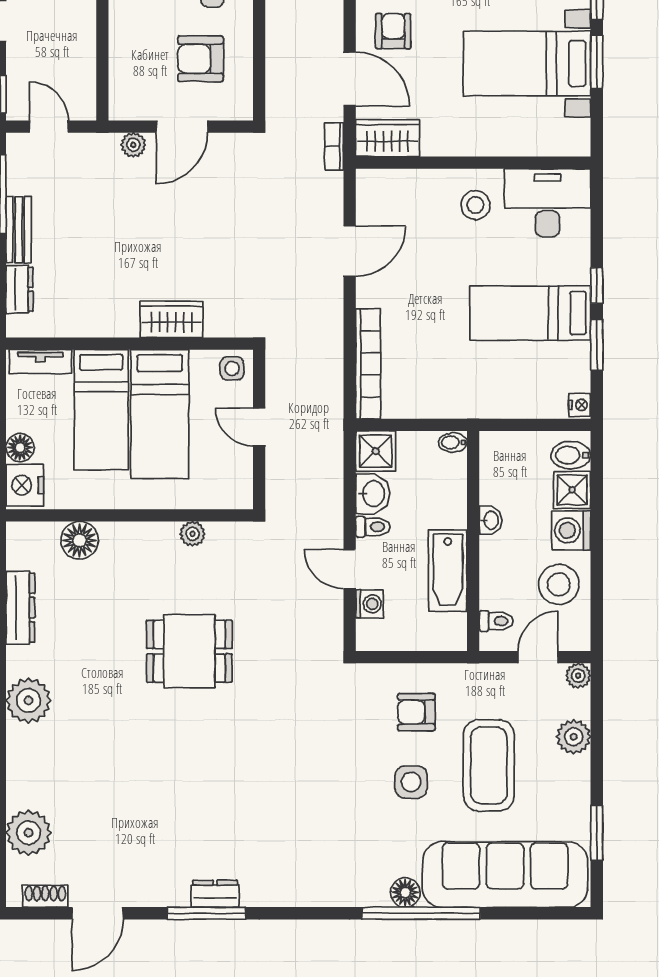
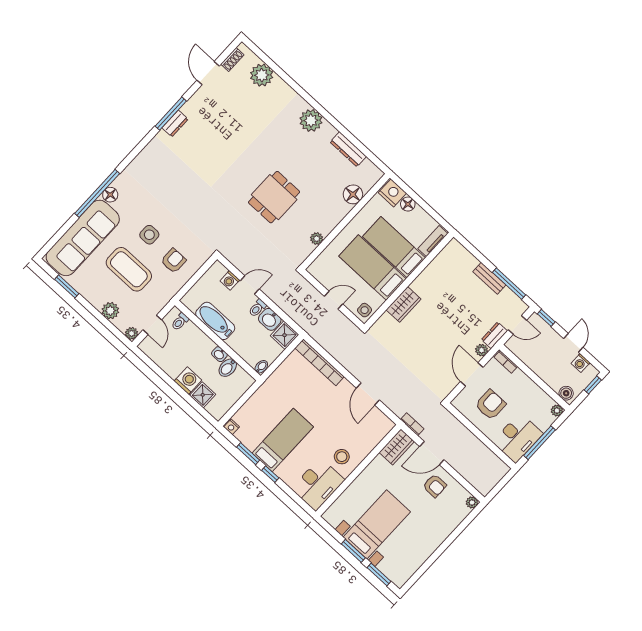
bookcase: (118, 94) -> (506, 362), added
dresser: (19, 289) -> (494, 335), moved, turned 90
bidet: (571, 455) -> (228, 368), moved, turned 180
stool: (559, 584) -> (172, 357), removed

